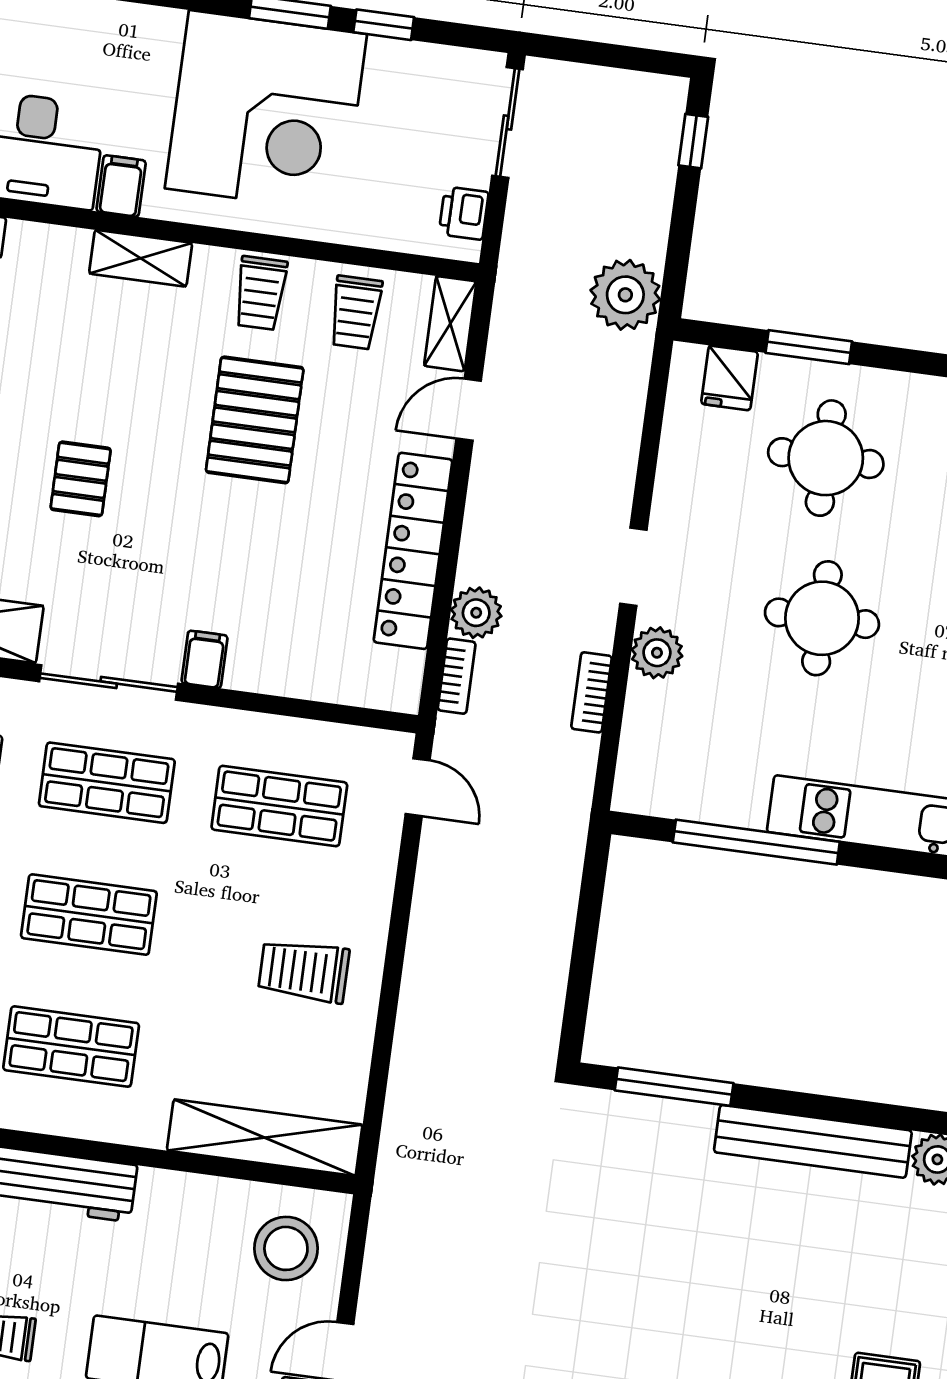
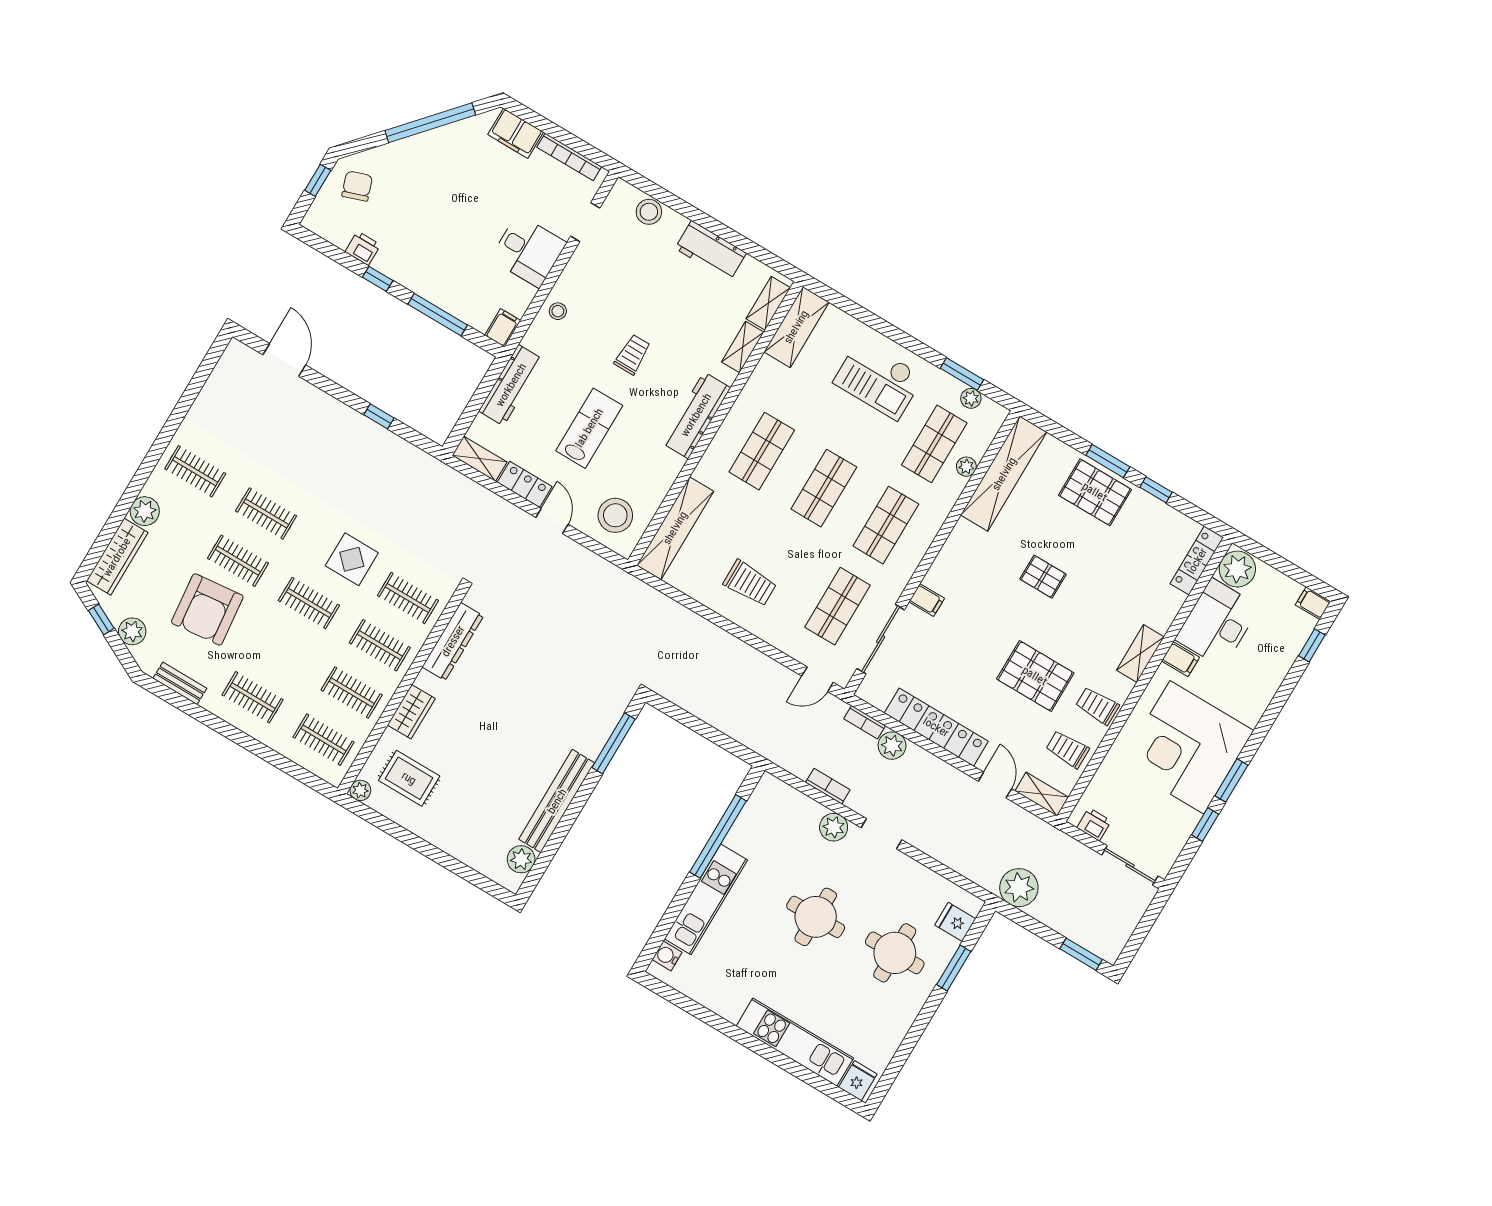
window: (693, 141) -> (1081, 954), width x1.50
sliding door: (109, 683) -> (881, 639), moved
trolley: (304, 971) -> (750, 583), turned 90

